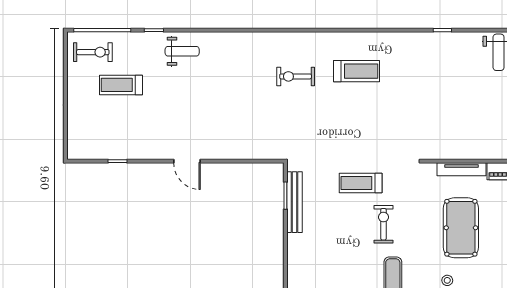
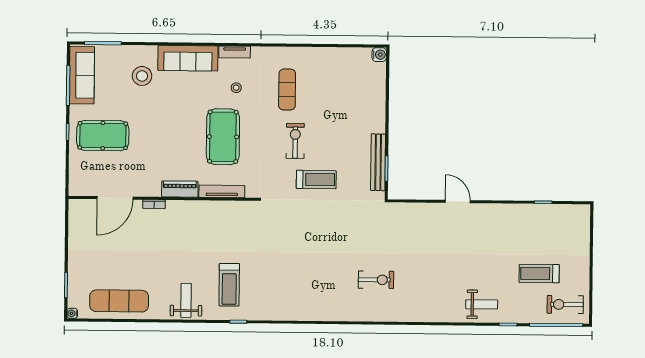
weight bench: (182, 51) -> (482, 304), turned 180
treadmill: (357, 71) -> (229, 285), moved, turned -90
treadmill: (121, 85) -> (539, 274), turned 180
door: (187, 161) -> (458, 201), moved
exercise bike: (383, 224) -> (295, 141), turned 180

